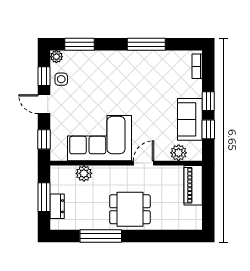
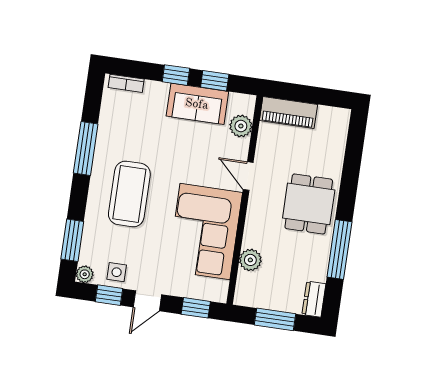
coffee table: (118, 80) -> (129, 194), added
dresser: (57, 206) -> (314, 299), moved, turned -90

